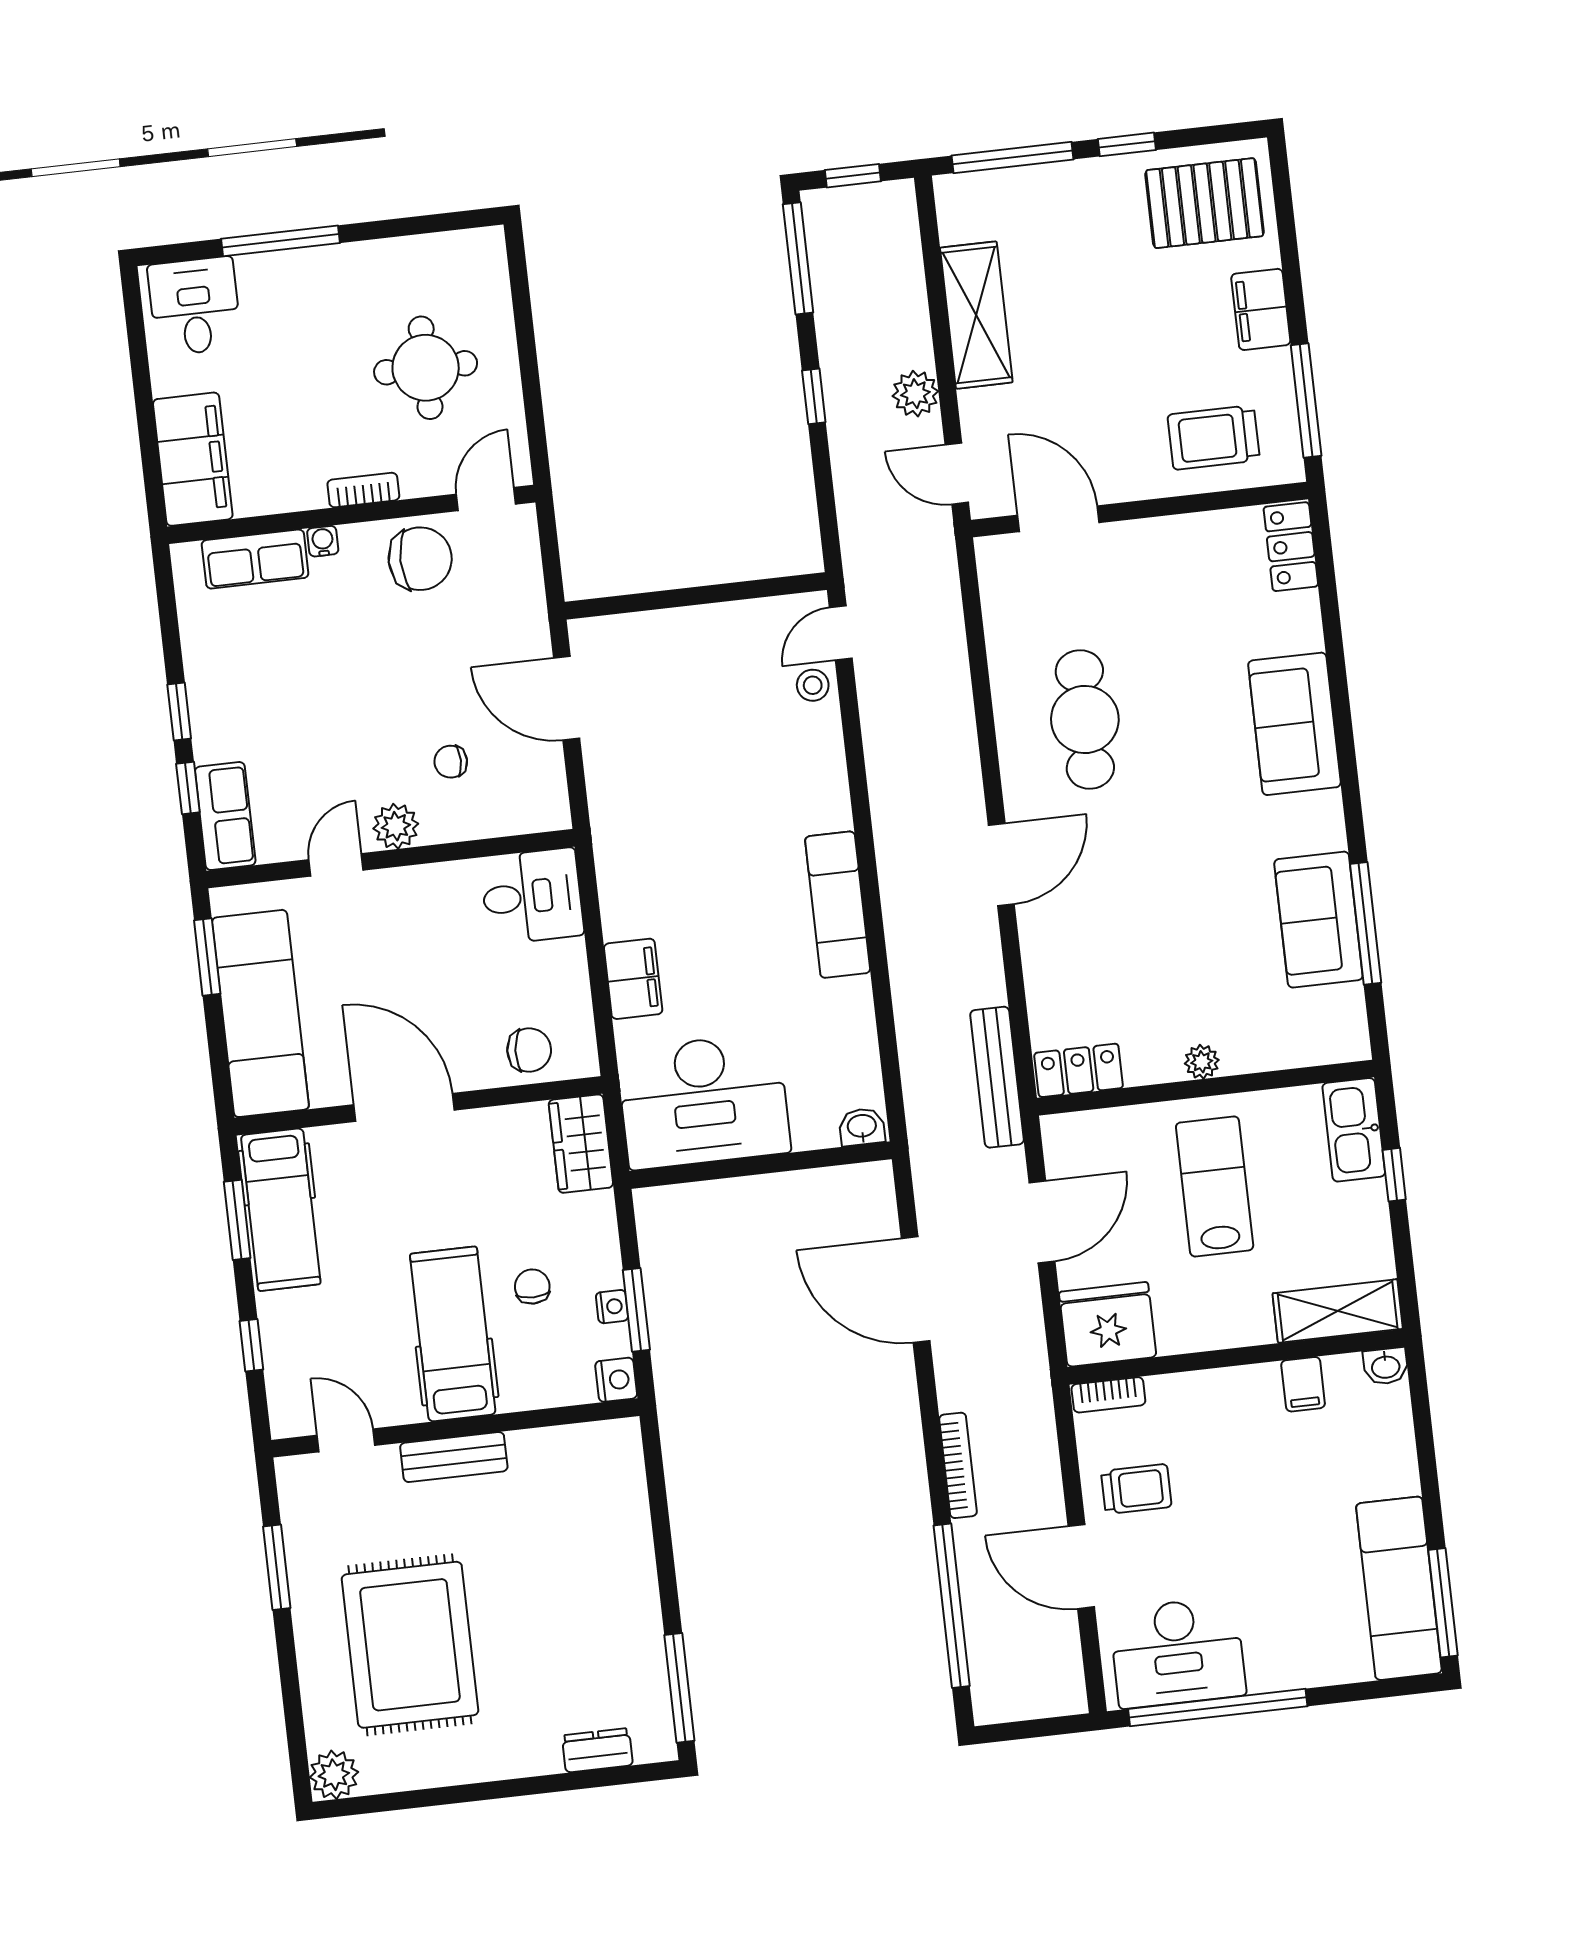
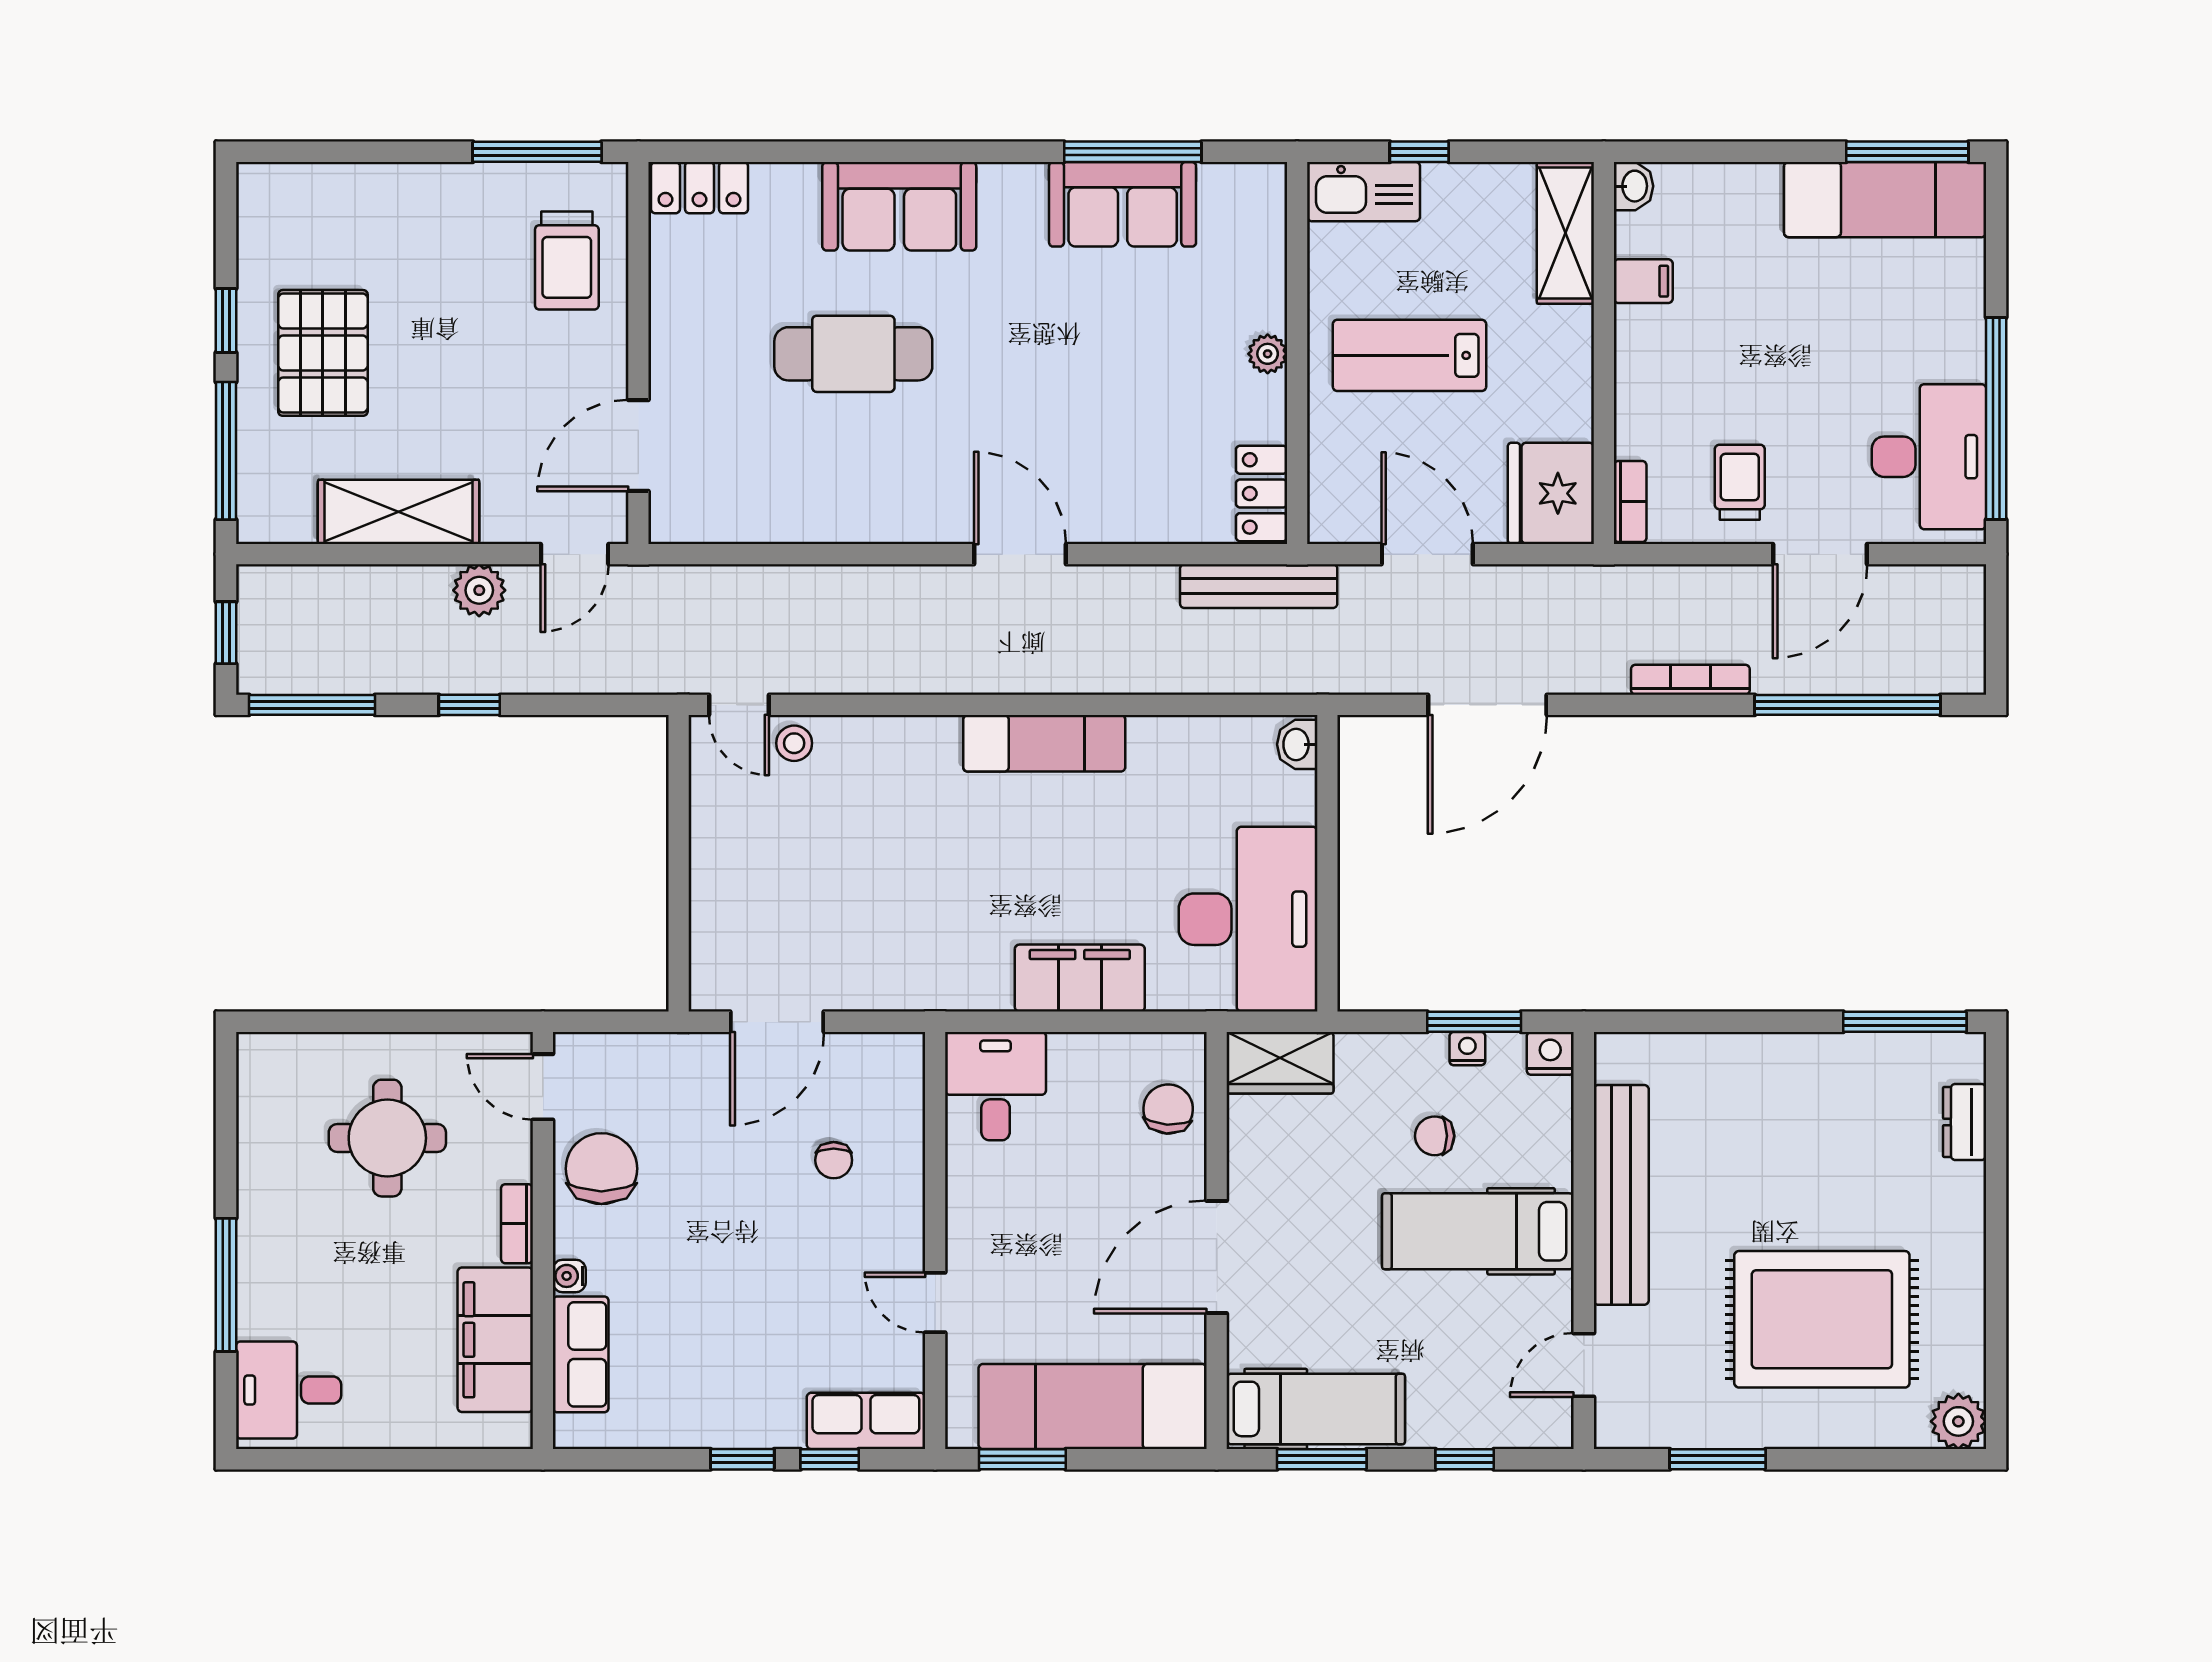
pallet: (1205, 203) -> (323, 353), moved
filing cabinet: (1261, 309) -> (429, 191), removed
filing cabinet: (193, 459) -> (495, 1340), moved, turned -90
cafe table: (1085, 719) -> (853, 354), moved
plant: (396, 826) -> (899, 1230), removed
filing cabinet: (633, 979) -> (1080, 978), width x1.50, depth x1.17
bench: (454, 1457) -> (1621, 1195), width x1.86, depth x1.21

